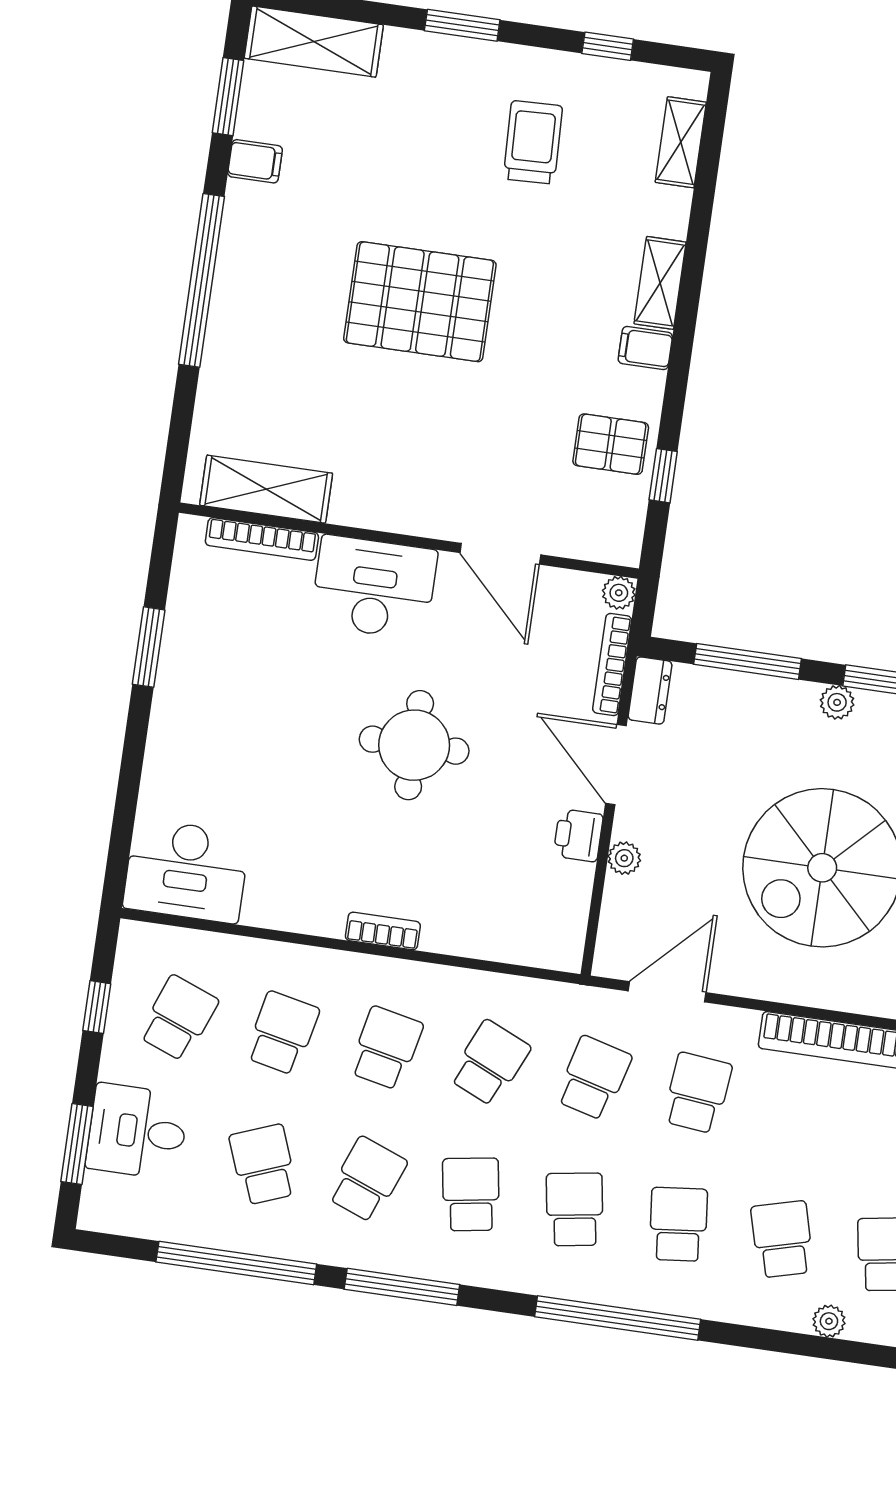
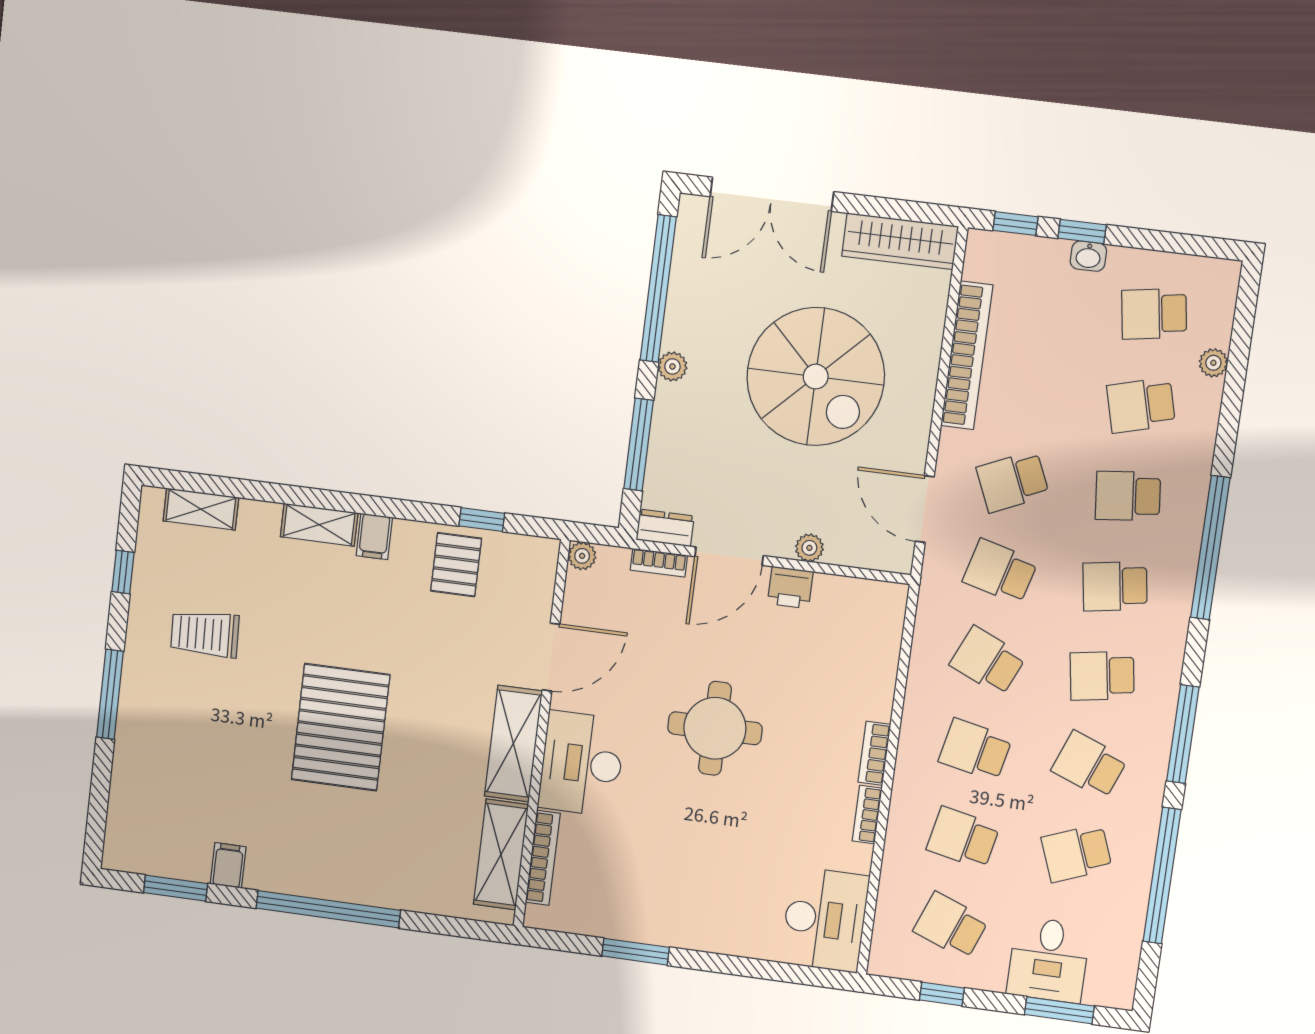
window: (462, 25) -> (110, 694), width x1.44
shelving: (314, 42) -> (513, 744), moved
bookcase: (612, 665) -> (659, 563), width x0.64
bookcase: (311, 922) -> (867, 815), added
school desk: (697, 1093) -> (1013, 481), turned -30

